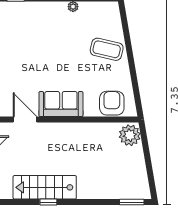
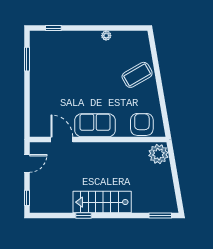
coffee table: (107, 49) -> (137, 75), turned -43
stairs: (45, 187) -> (102, 202), moved

